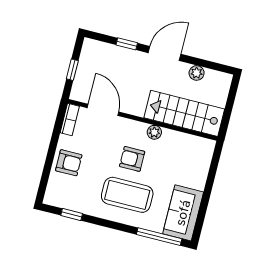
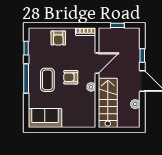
door: (103, 110) -> (97, 63), moved
armchair: (132, 159) -> (71, 77), turned -90
coffee table: (127, 195) -> (47, 80), width x0.73, depth x0.76
window: (159, 237) -> (26, 78), moved

